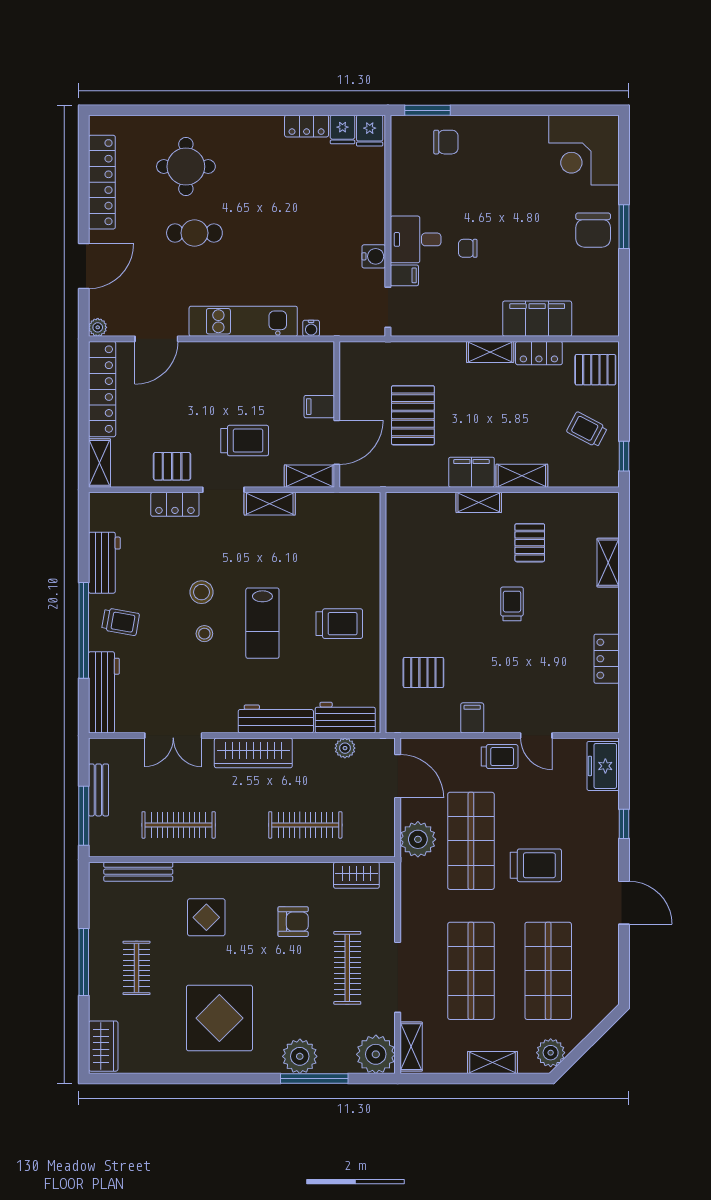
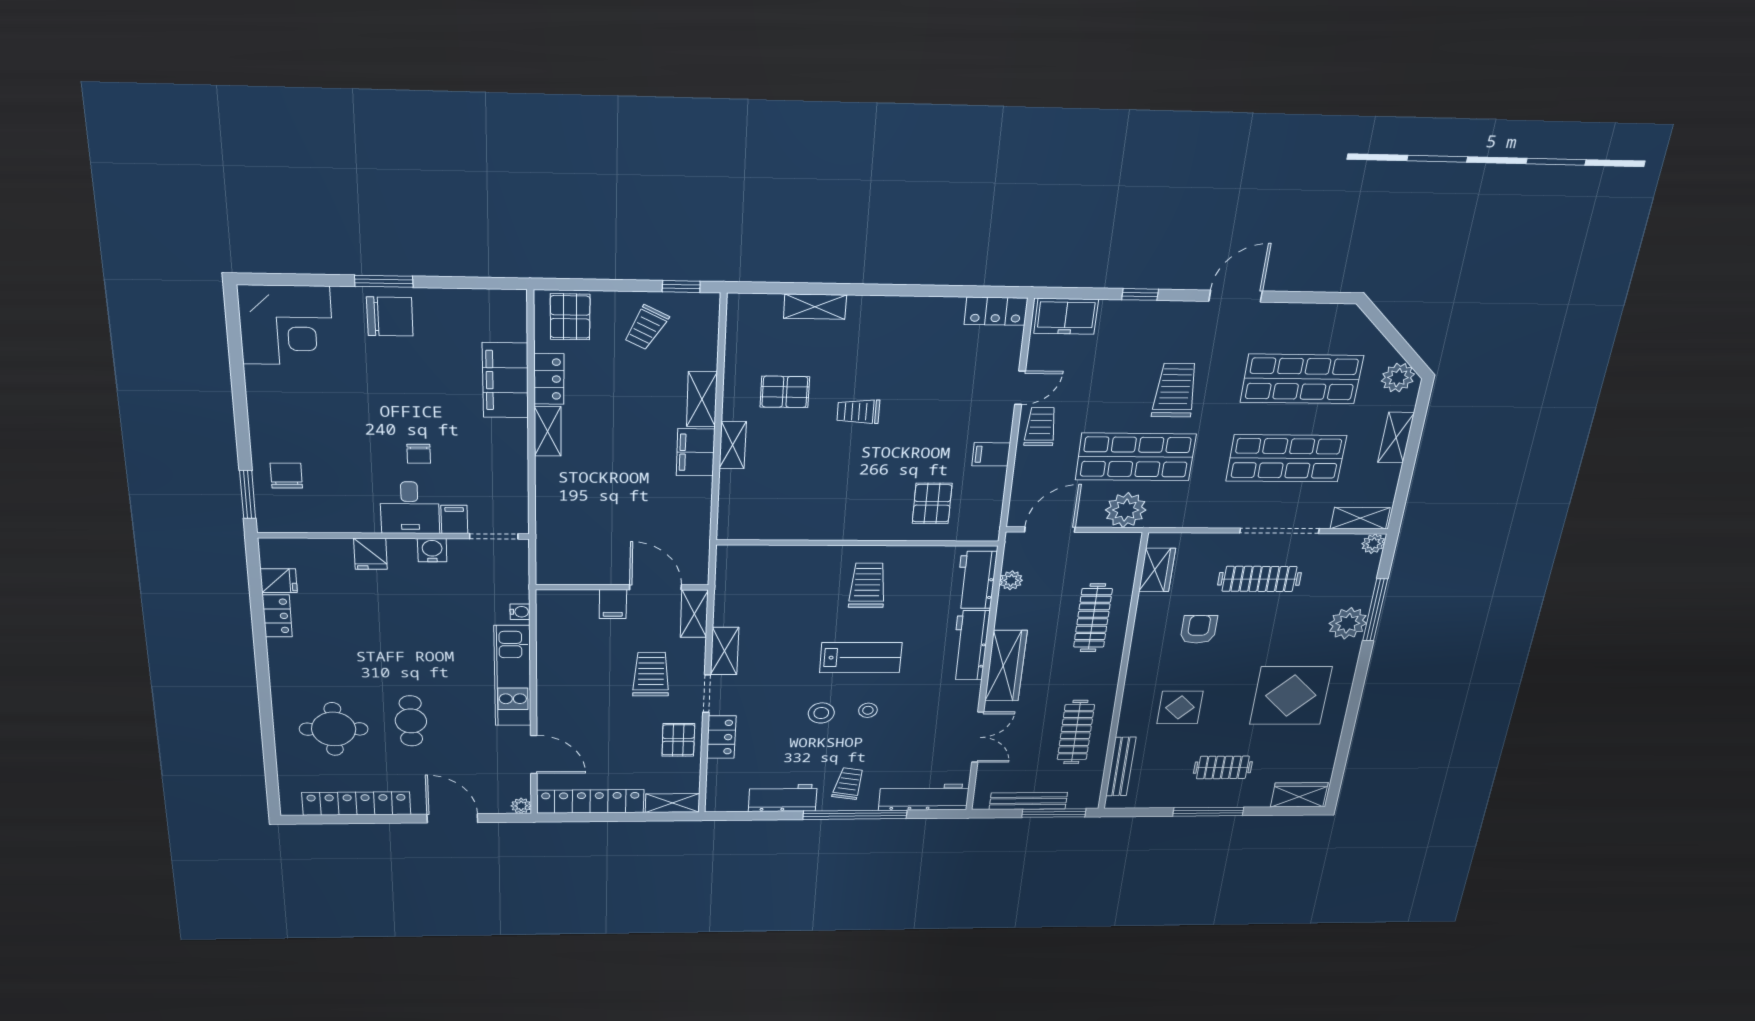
fridge: (370, 131) -> (370, 554), moved, turned 90
pallet: (413, 415) -> (625, 512), removed
locker: (607, 659) -> (996, 311), moved
bench: (99, 790) -> (1028, 801), width x1.36
plant: (376, 1054) -> (1373, 544), width x0.53, depth x0.53

